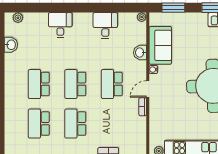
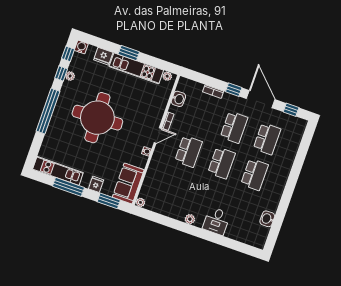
plant: (18, 18) -> (190, 219), moved
fridge: (192, 20) -> (96, 184), added
desk: (105, 26) -> (176, 206), removed
sofa: (160, 45) -> (128, 183), moved
washbasin: (140, 53) -> (178, 99), moved

